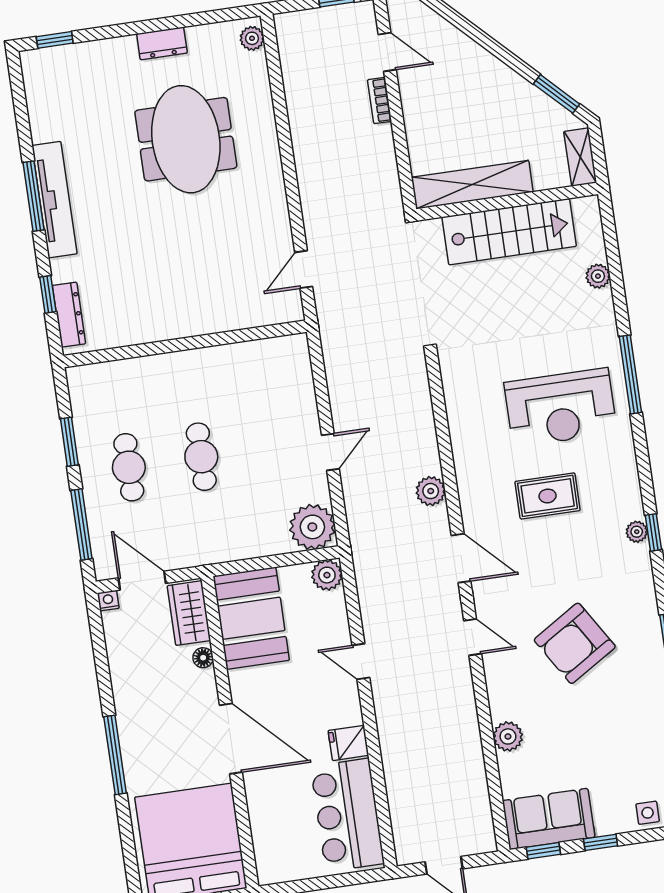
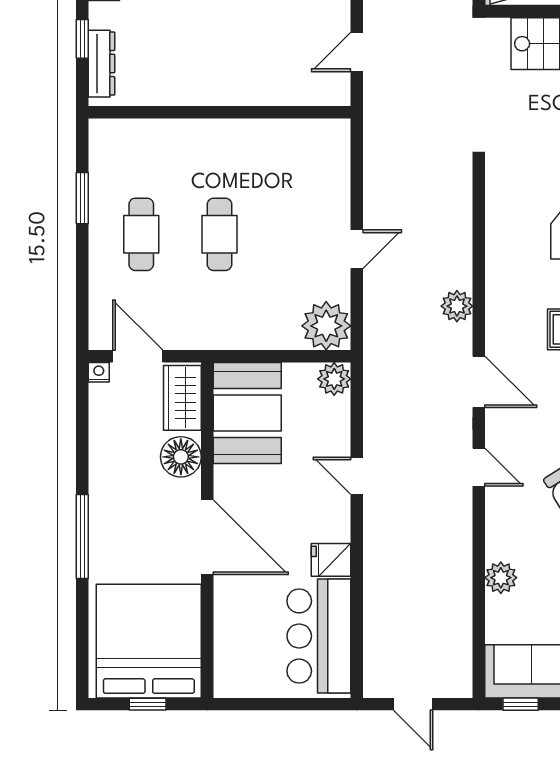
window: (81, 524) -> (82, 288), removed
floor lamp: (203, 658) -> (181, 457), width x1.89, depth x1.89

